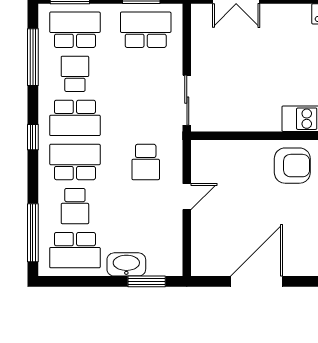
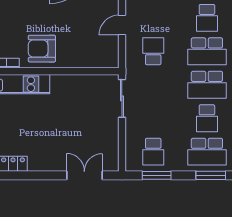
school desk: (146, 30) -> (153, 152), width x0.54
school desk: (75, 118) -> (207, 85), turned 180
school desk: (75, 206) -> (207, 18), turned 180

